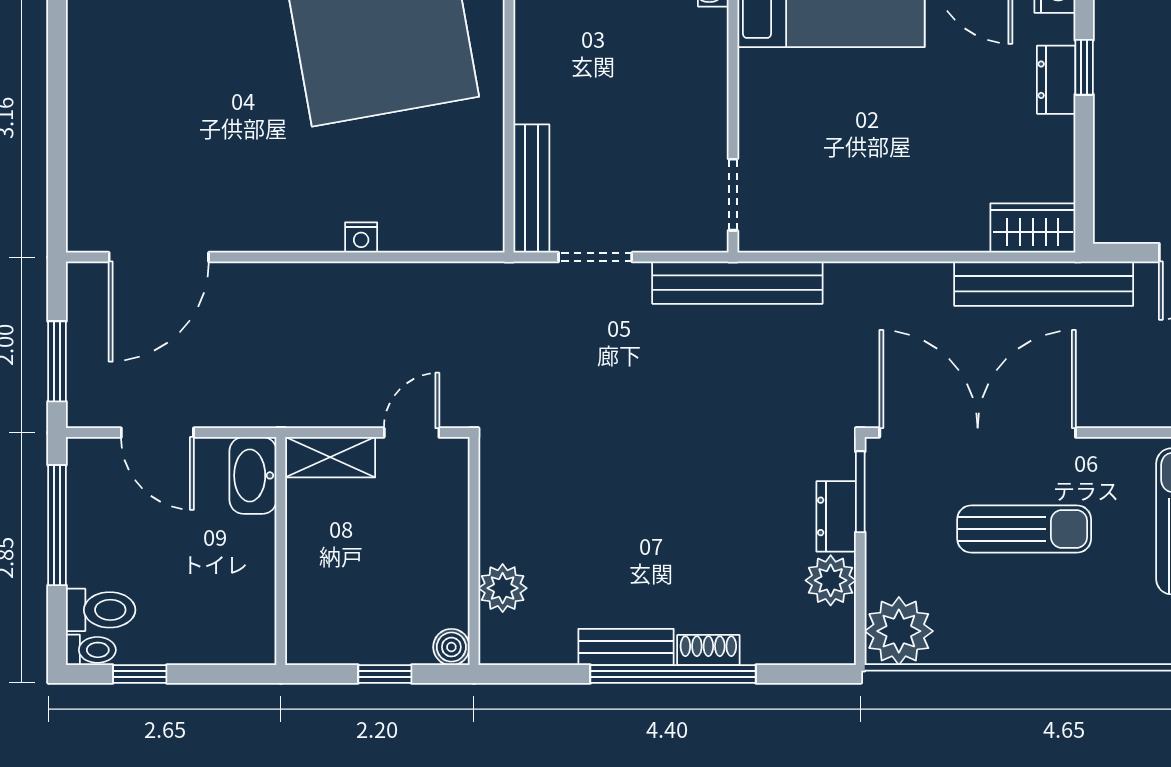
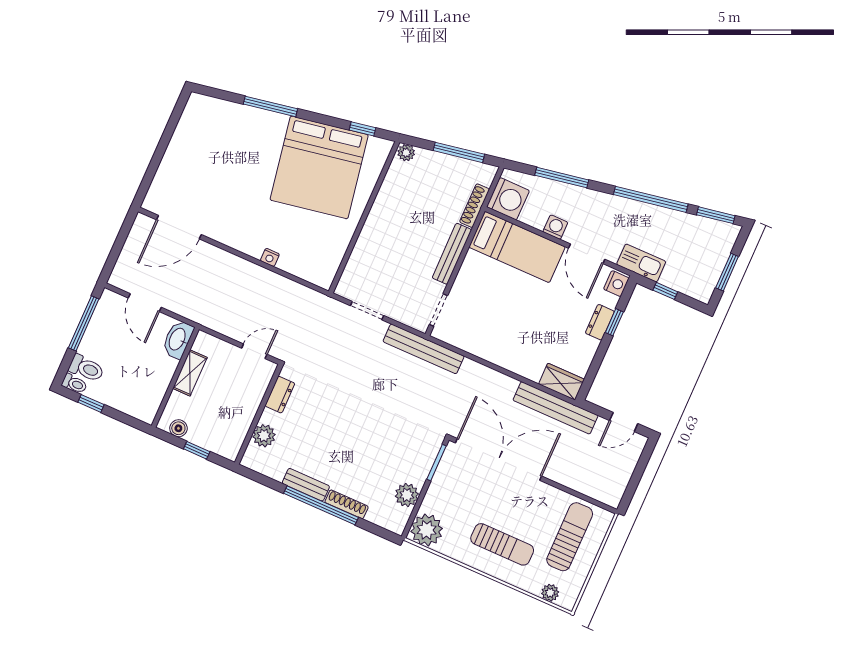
bench: (531, 189) -> (452, 254), moved
window: (57, 361) -> (115, 253), removed
shelving: (330, 457) -> (190, 373), moved, turned 90
dresser: (836, 516) -> (280, 395), moved, turned 180
sun lounger: (1024, 529) -> (502, 544), moved
boiler: (451, 647) -> (178, 428), moved
shoe rack: (708, 650) -> (347, 504), width x1.43

